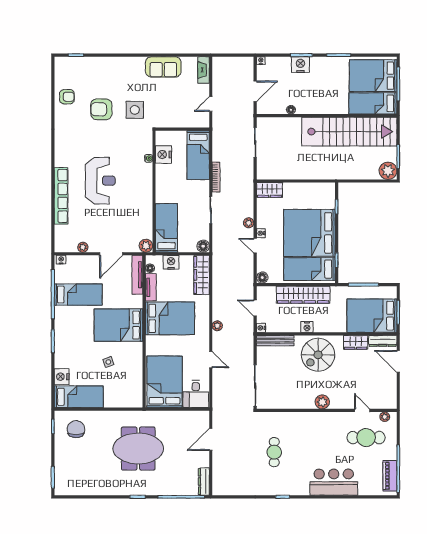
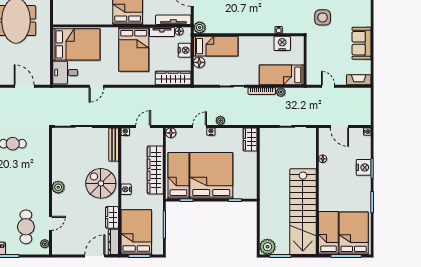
floor lamp: (203, 246) -> (199, 62), moved
plant: (217, 326) -> (281, 92), moved
nightstand: (307, 327) -> (126, 189), moved

